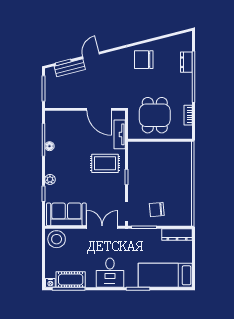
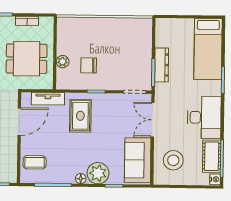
coffee table: (63, 123) -> (35, 162), added
floor lamp: (49, 146) -> (81, 179), moved
plant: (153, 147) -> (63, 62), added
plant: (50, 179) -> (98, 173), width x1.87, depth x1.87
chair: (157, 210) -> (89, 65), moved, turned 95
dresser: (177, 234) -> (162, 65), moved
stool: (57, 239) -> (173, 160), moved
desk: (110, 273) -> (204, 117), width x1.37

